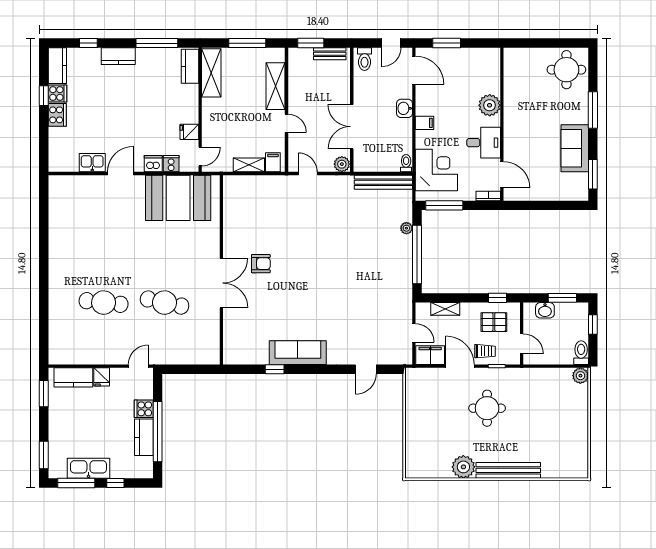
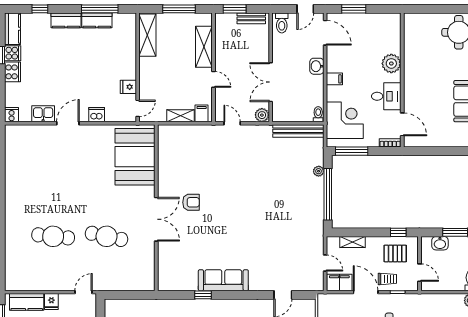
kitchen counter: (190, 66) -> (97, 20), moved, turned -90
cooker: (171, 164) -> (12, 115), moved
booth: (178, 198) -> (135, 157), moved, turned 90

